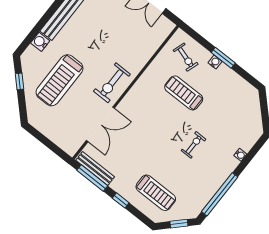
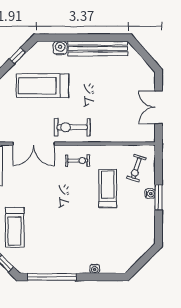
exercise bike: (194, 145) -> (78, 161), moved

